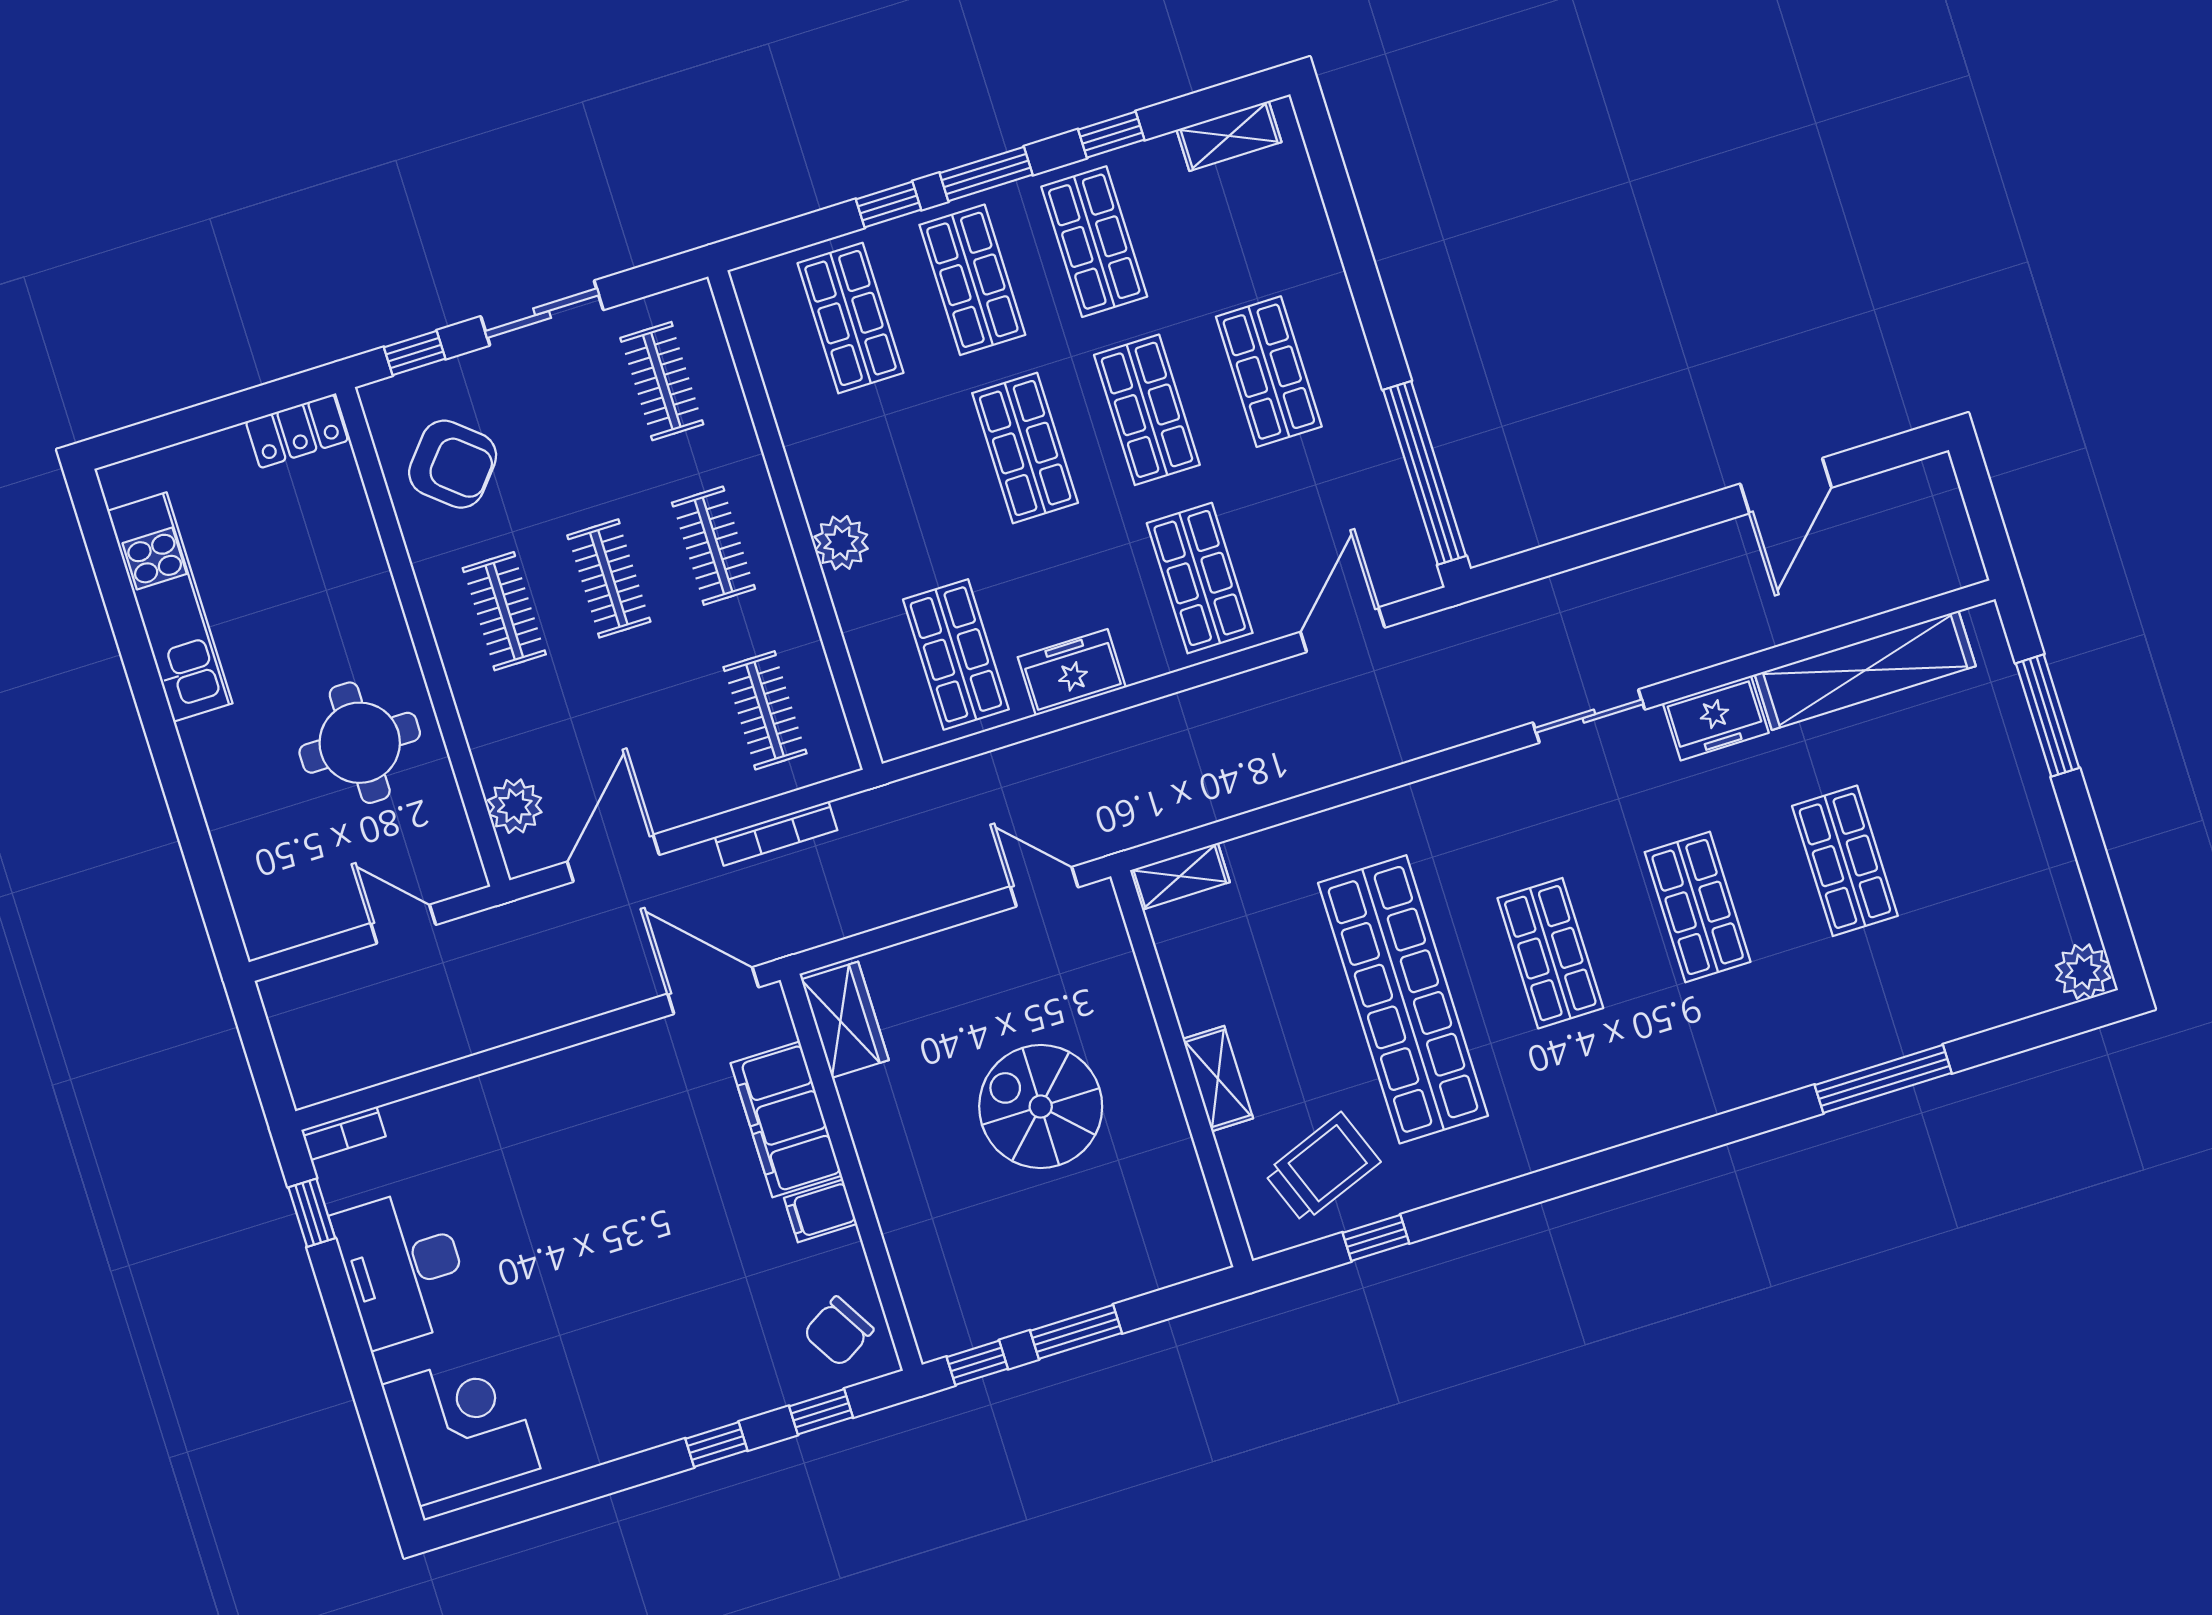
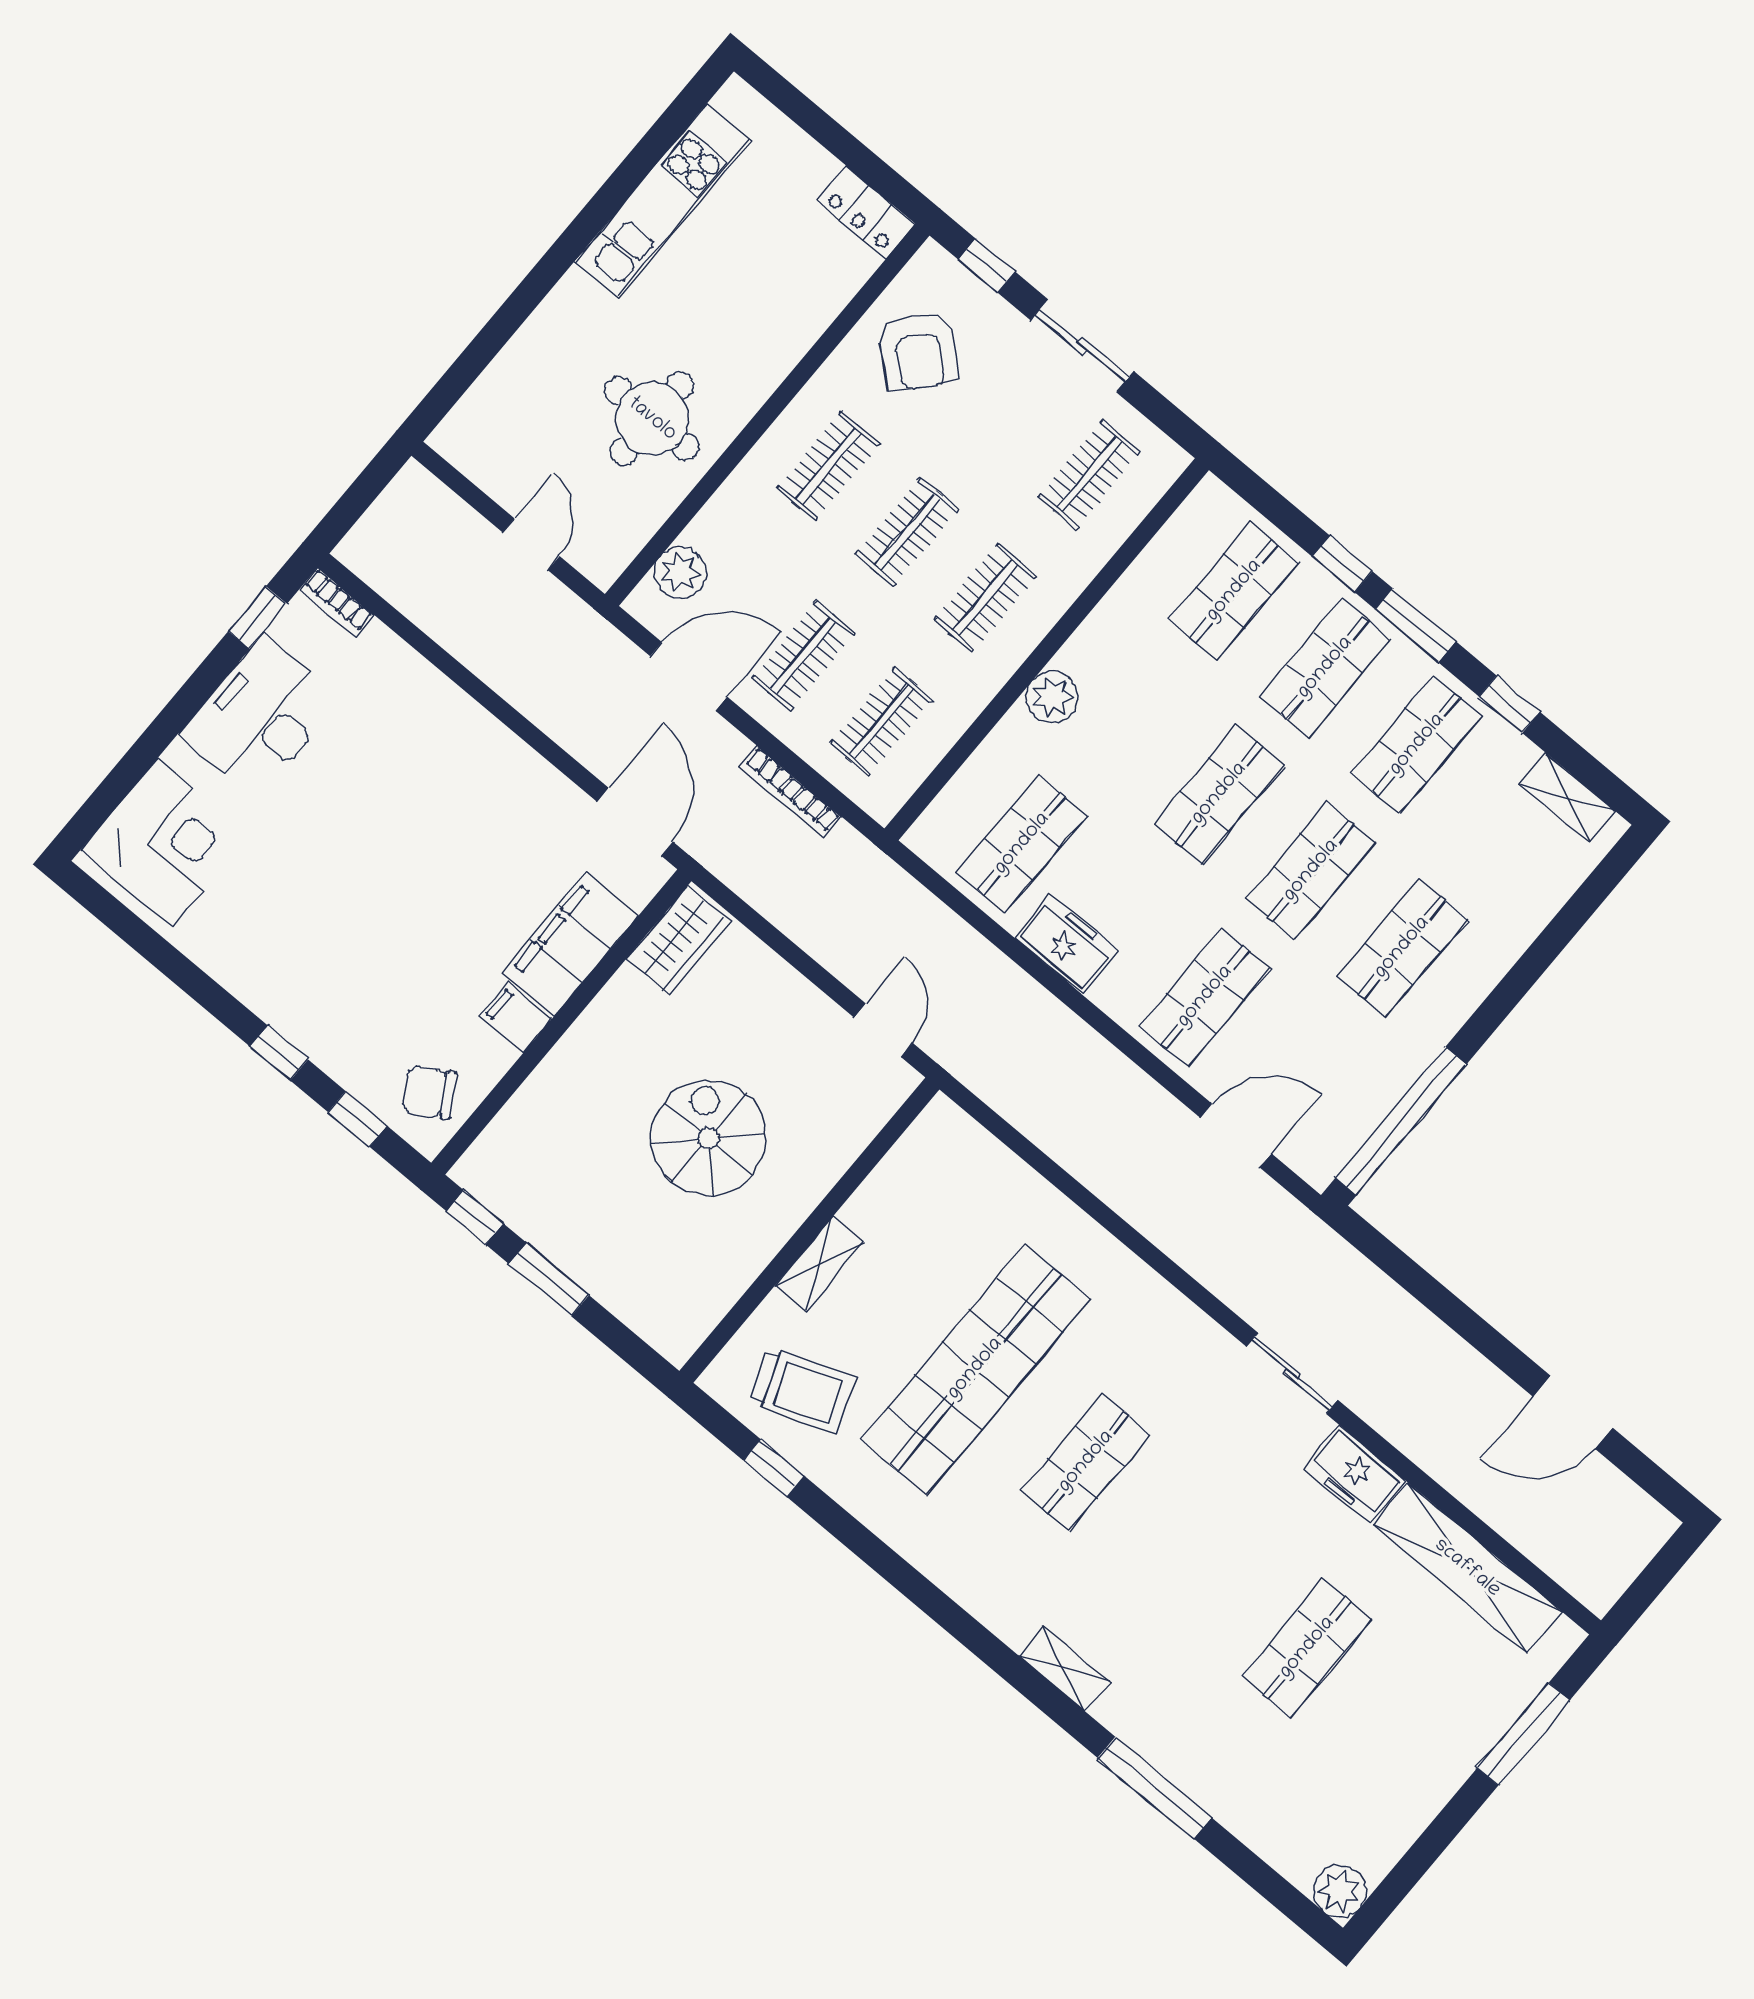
clothes rail: (660, 743) -> (803, 656), added
shelving: (1180, 876) -> (1064, 1669), moved
shop shelf: (1698, 907) -> (1197, 1555), removed

